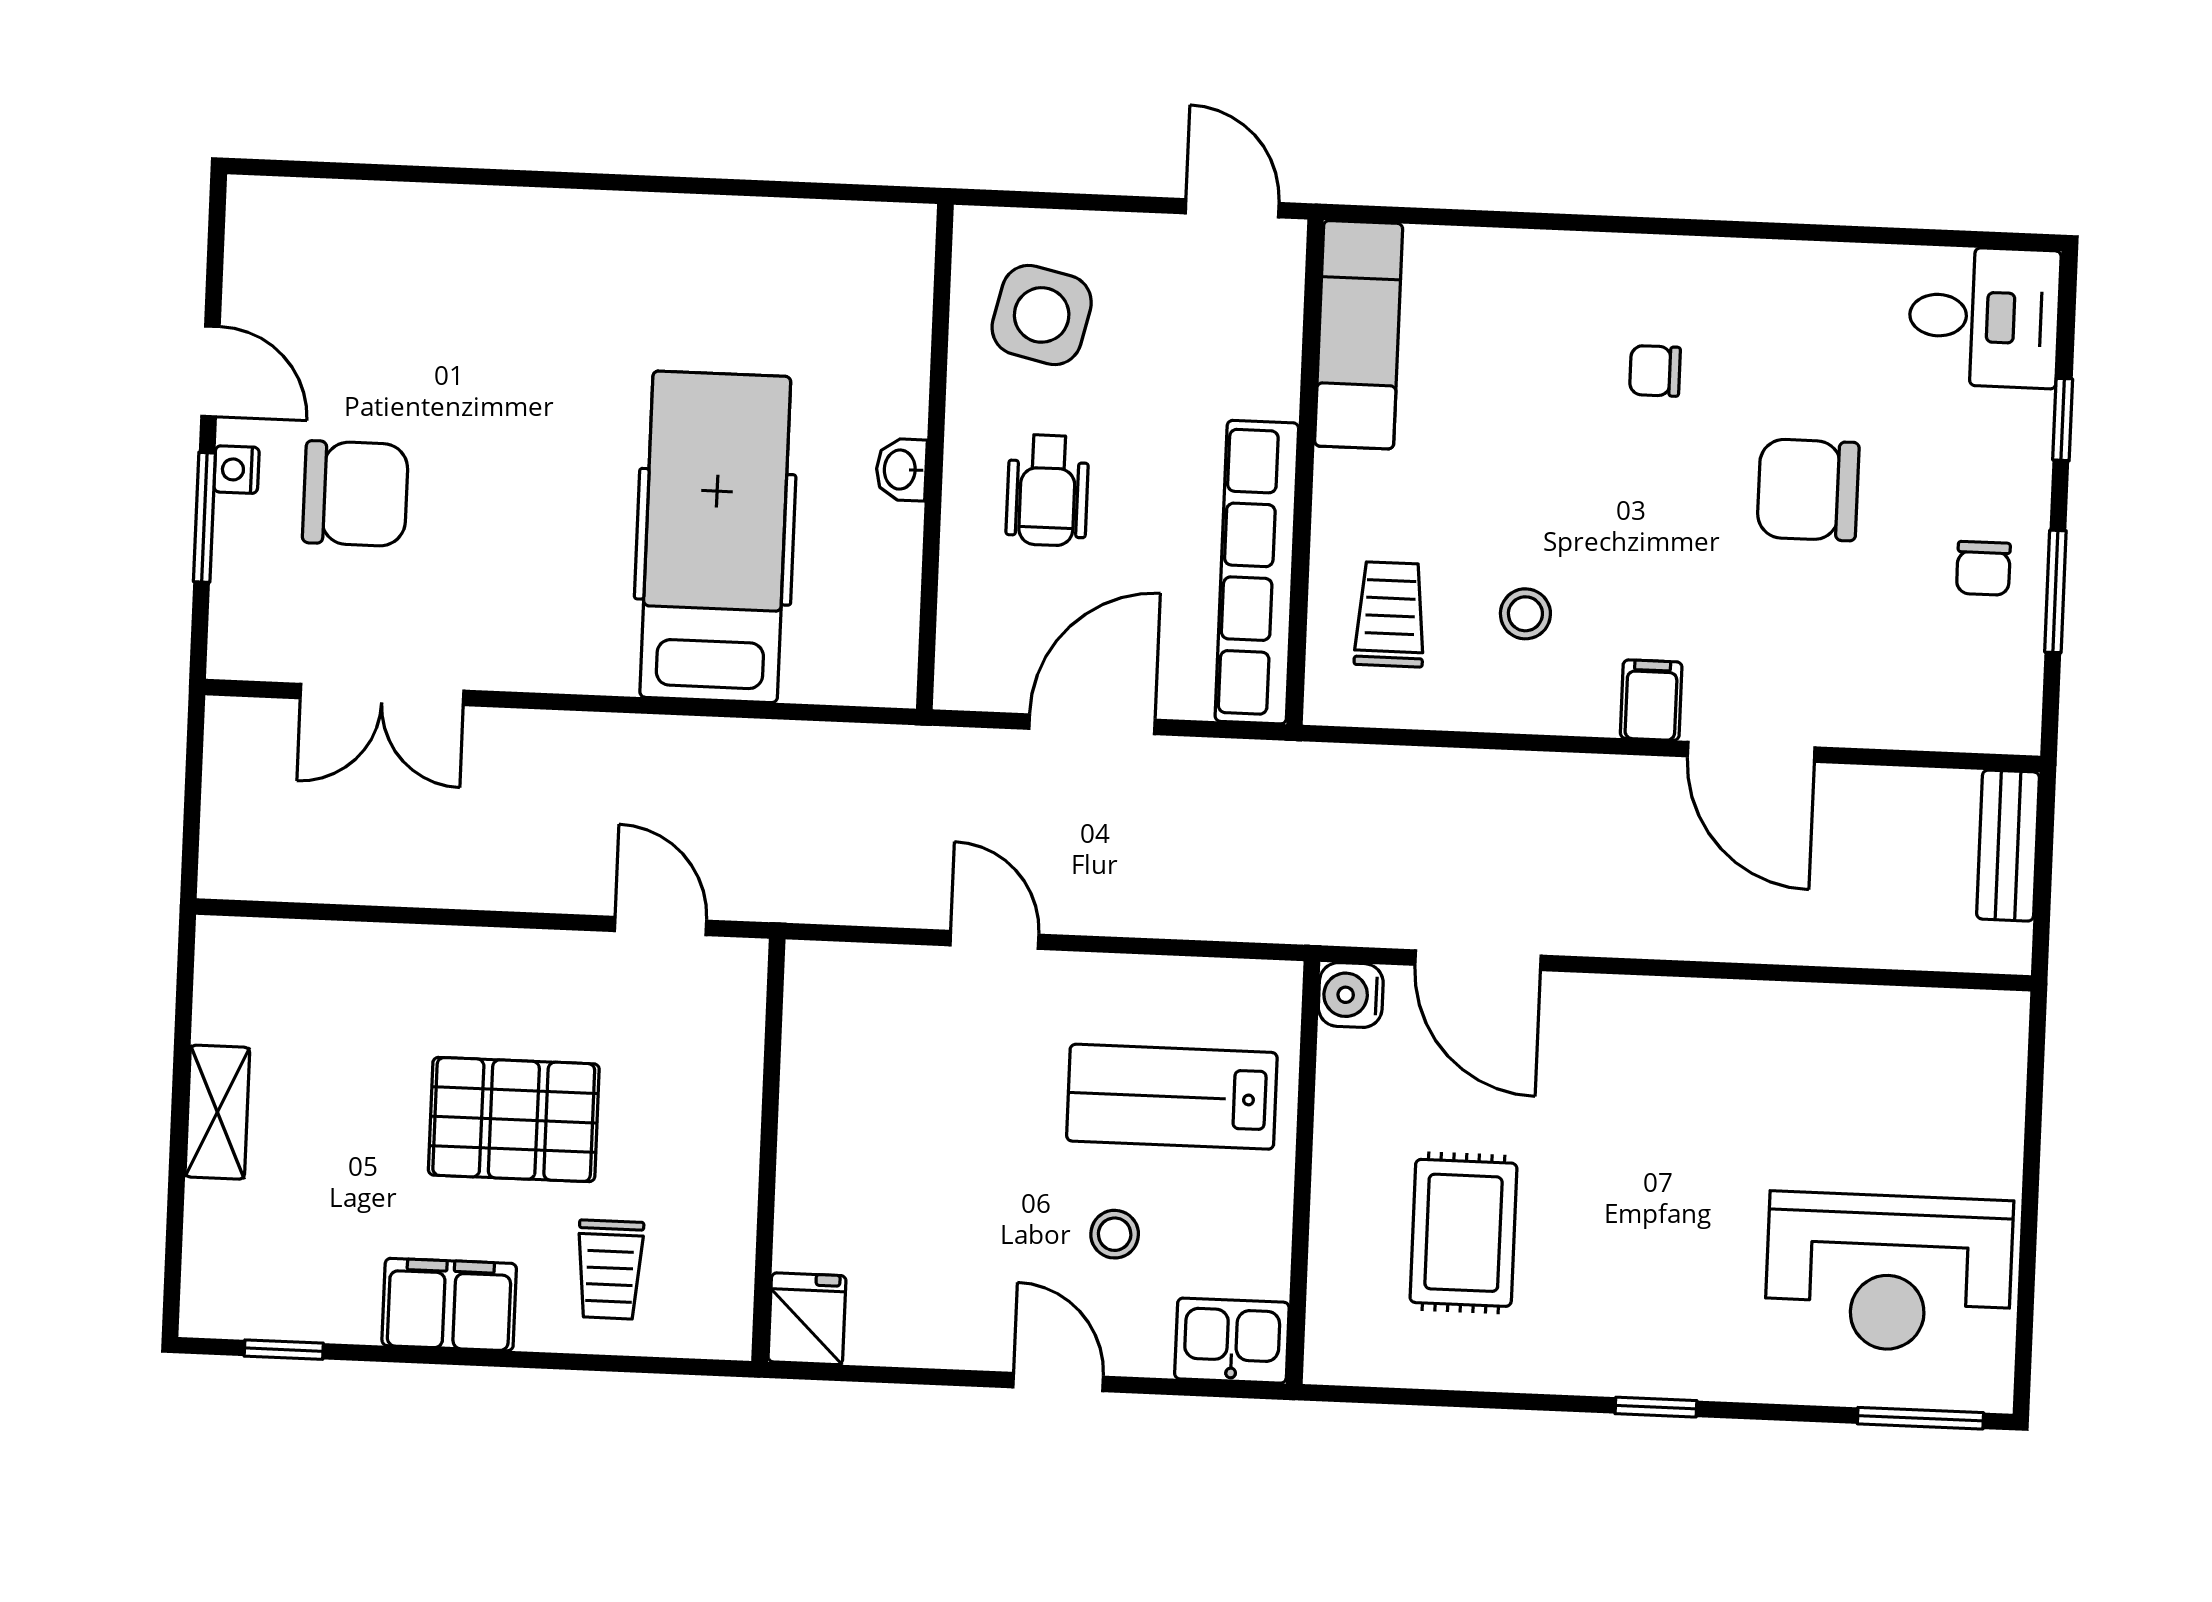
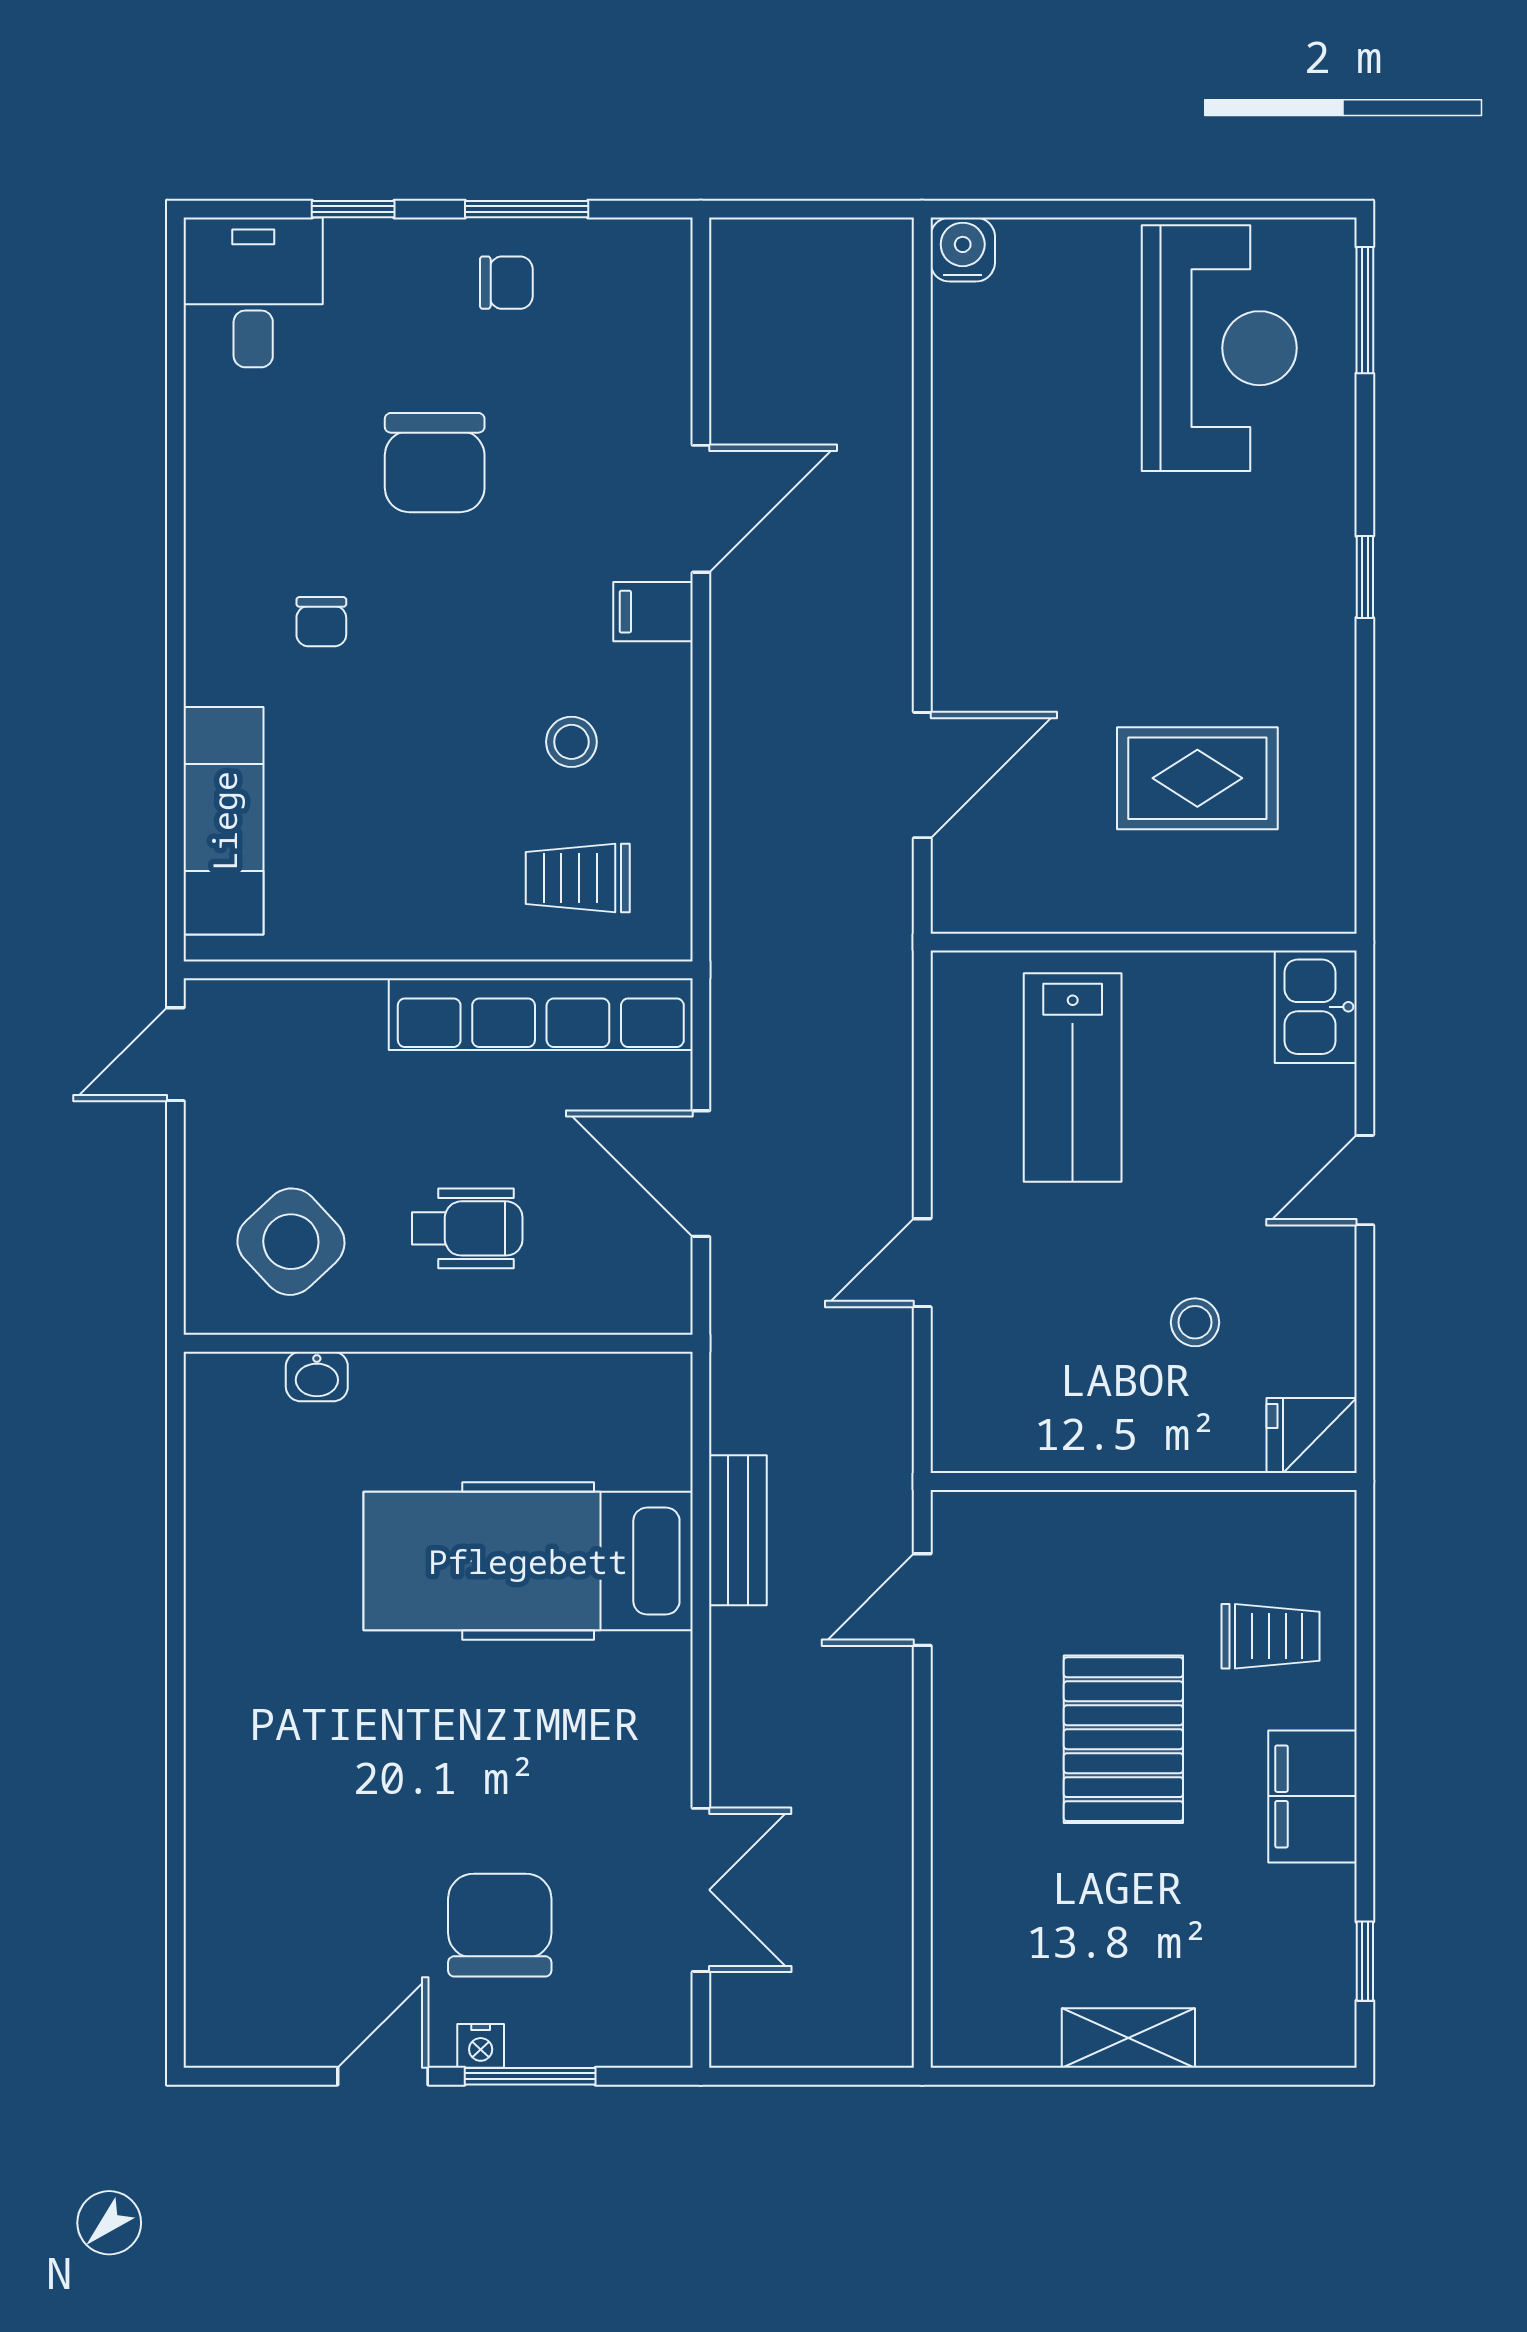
side table: (1042, 315) -> (291, 1242), turned 34
exam couch: (1359, 335) -> (224, 821), moved, turned 90
washbasin: (901, 470) -> (317, 1376), moved
bench: (2008, 846) -> (738, 1530), moved, turned 90
water cooler: (1351, 995) -> (963, 250), moved, turned 180
stool: (1115, 1234) -> (1195, 1322), moved

